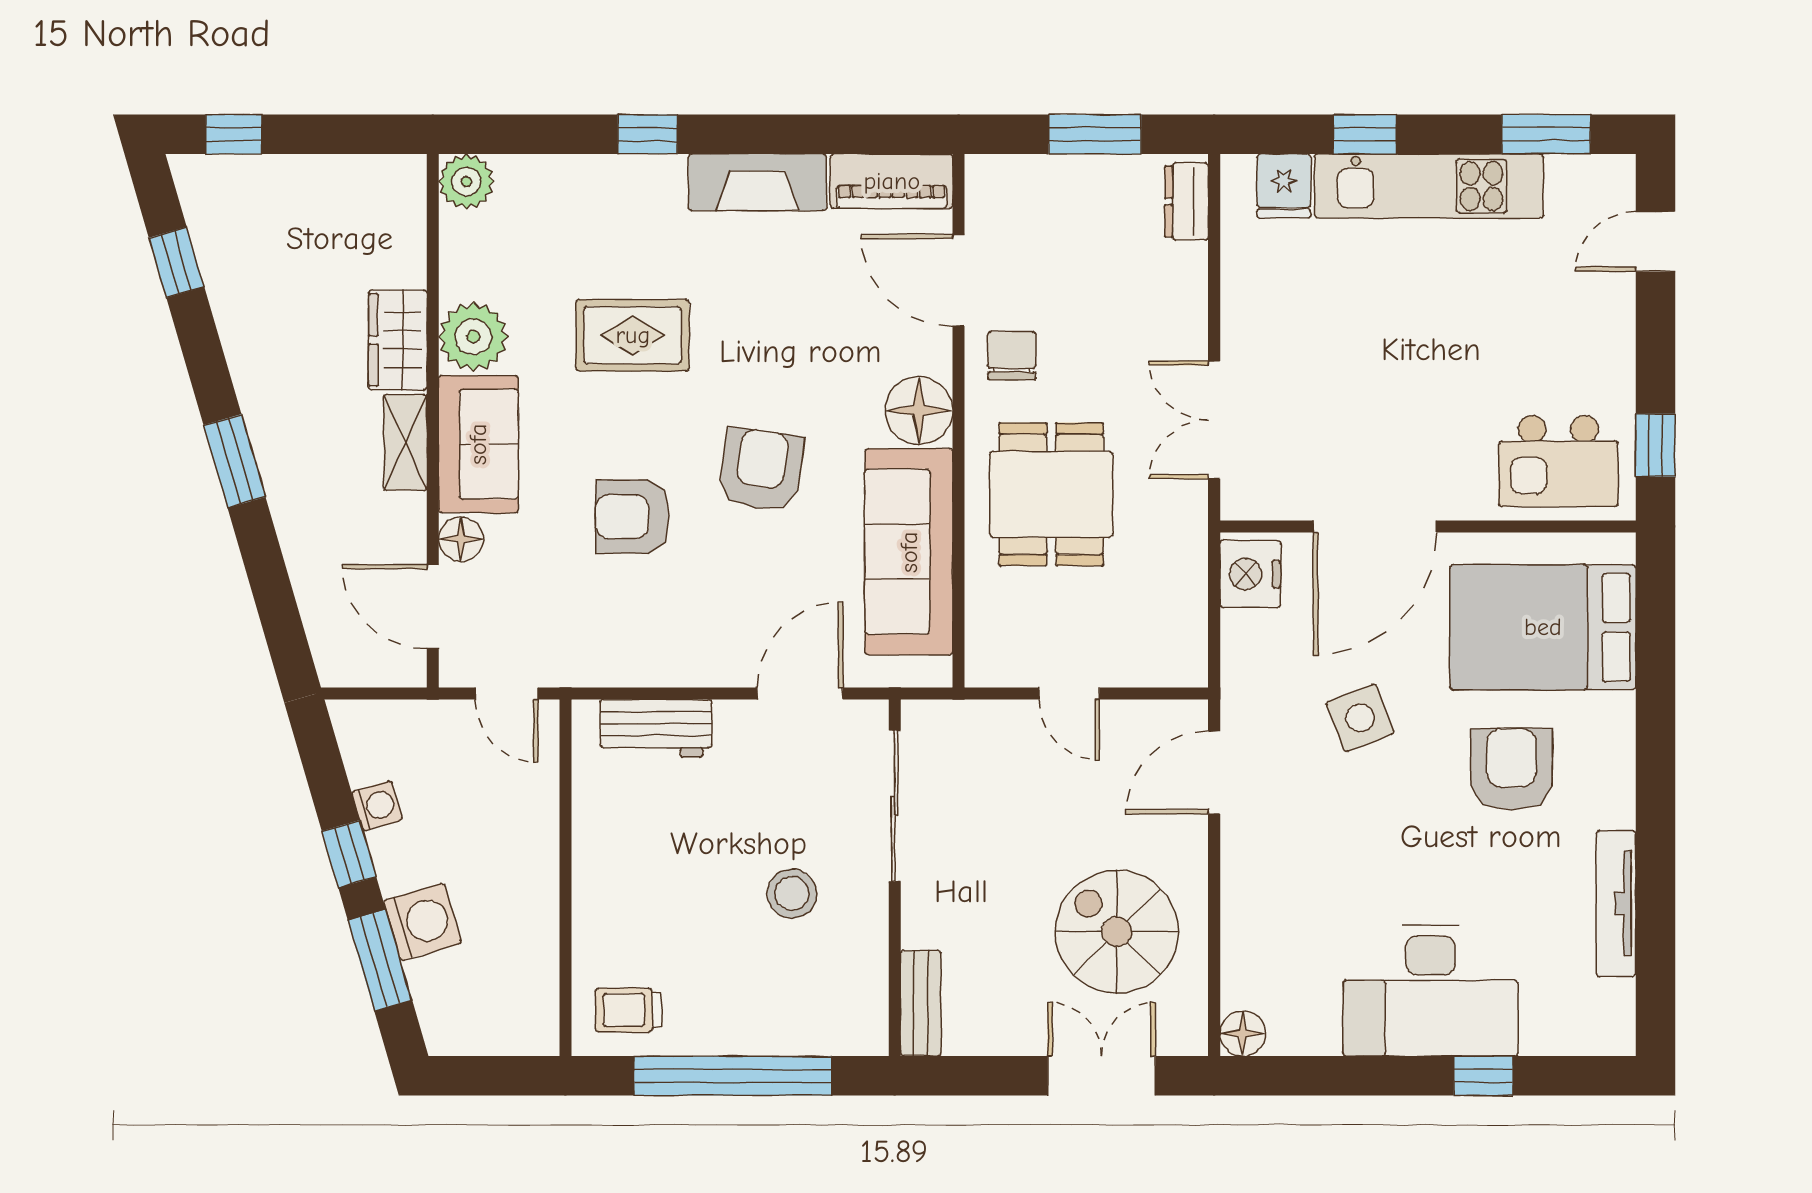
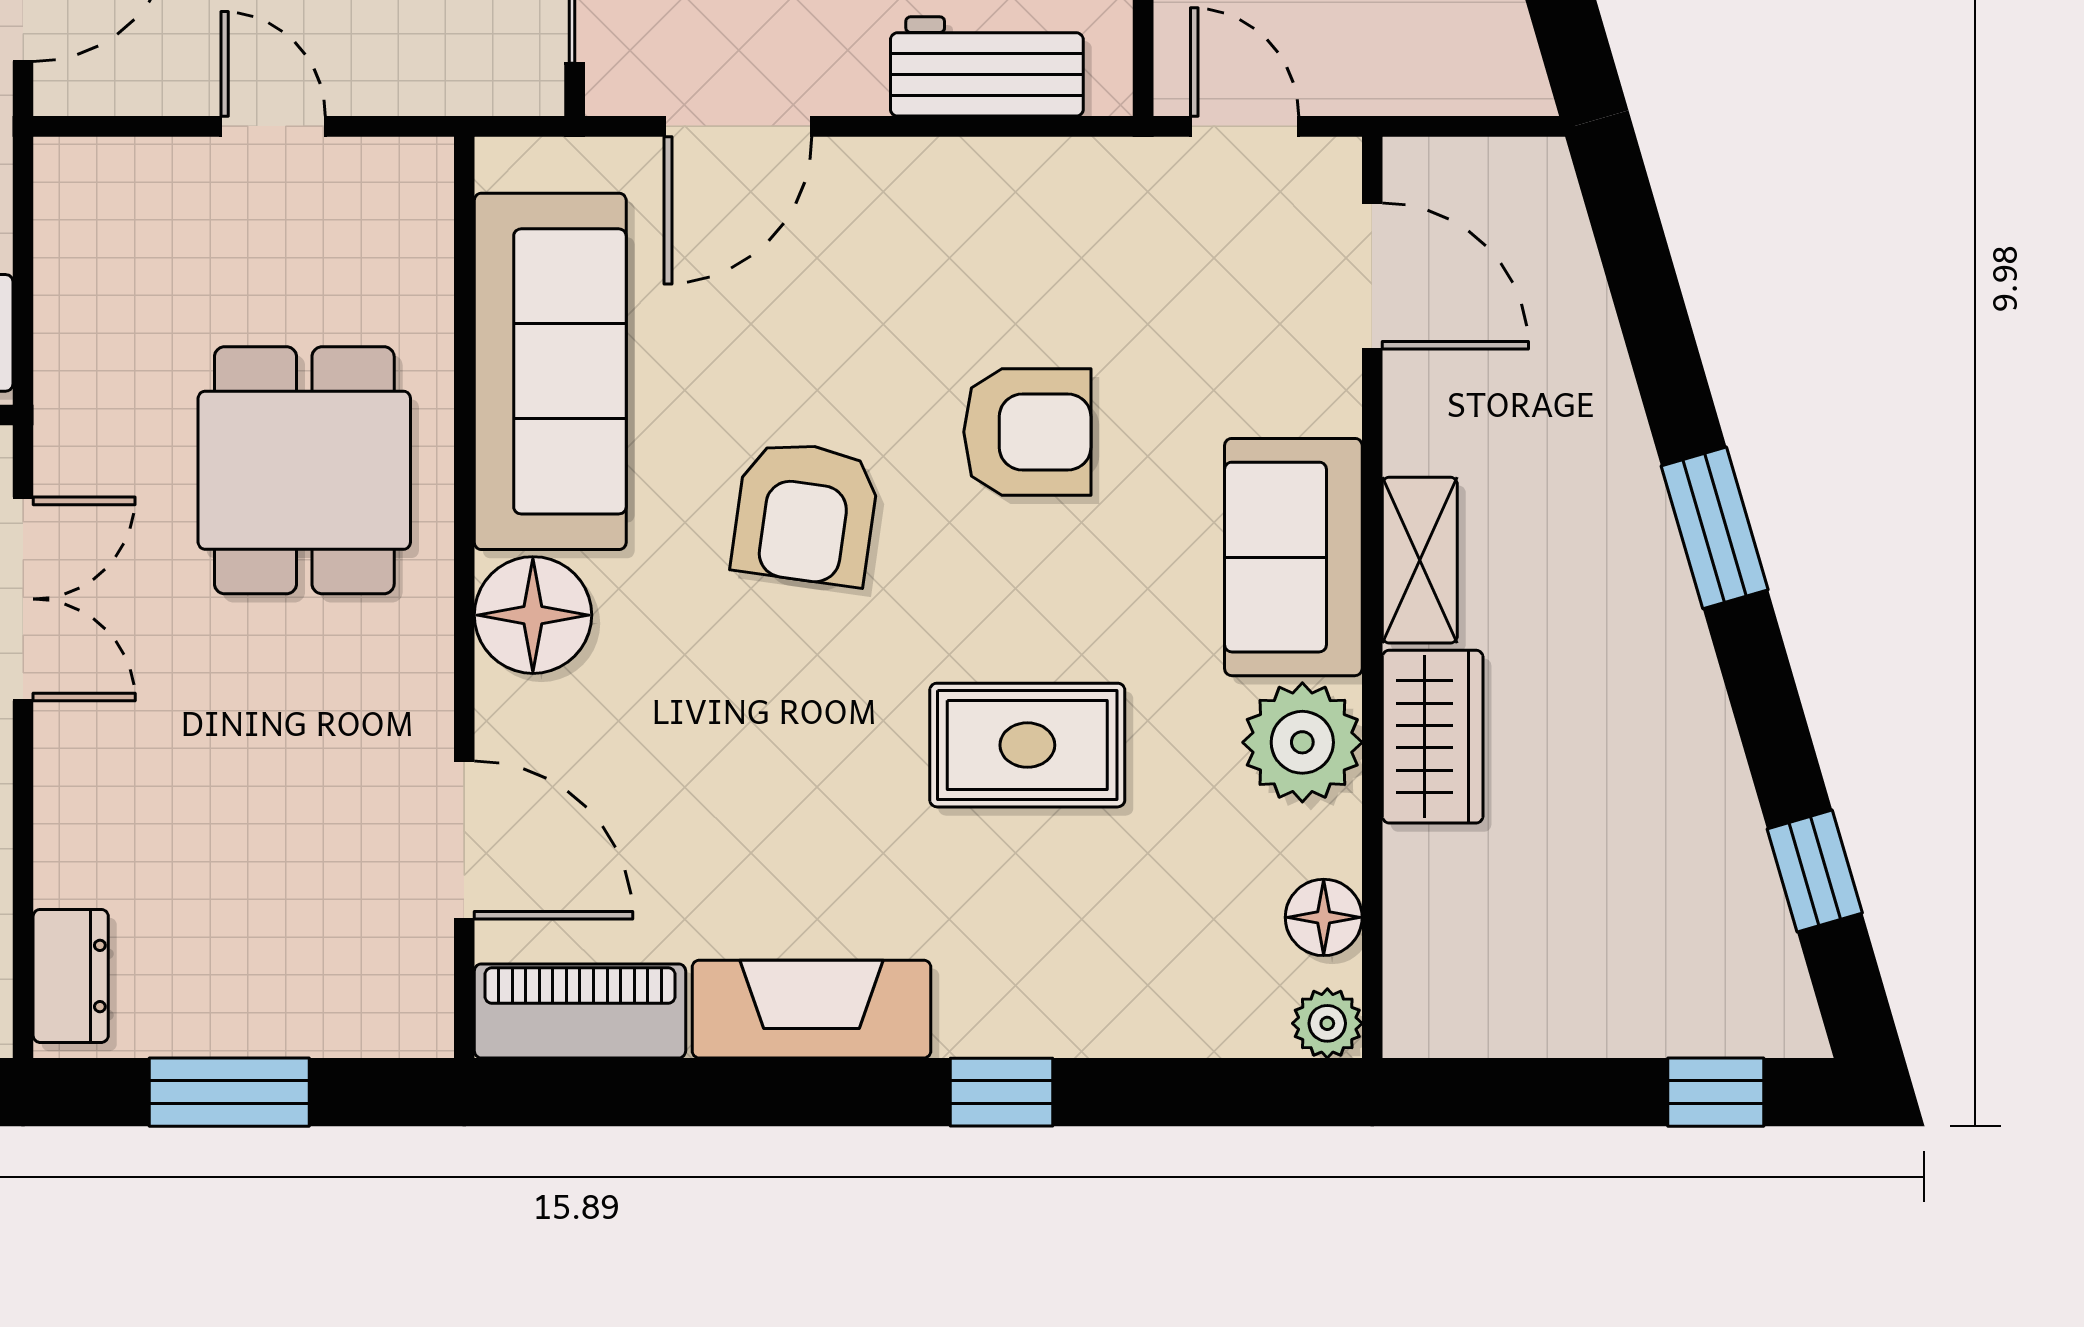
plant: (466, 182) -> (1327, 1023), width x0.73, depth x0.73
chair: (1012, 356) -> (372, 710), removed
floor lamp: (461, 539) -> (1324, 917), moved

